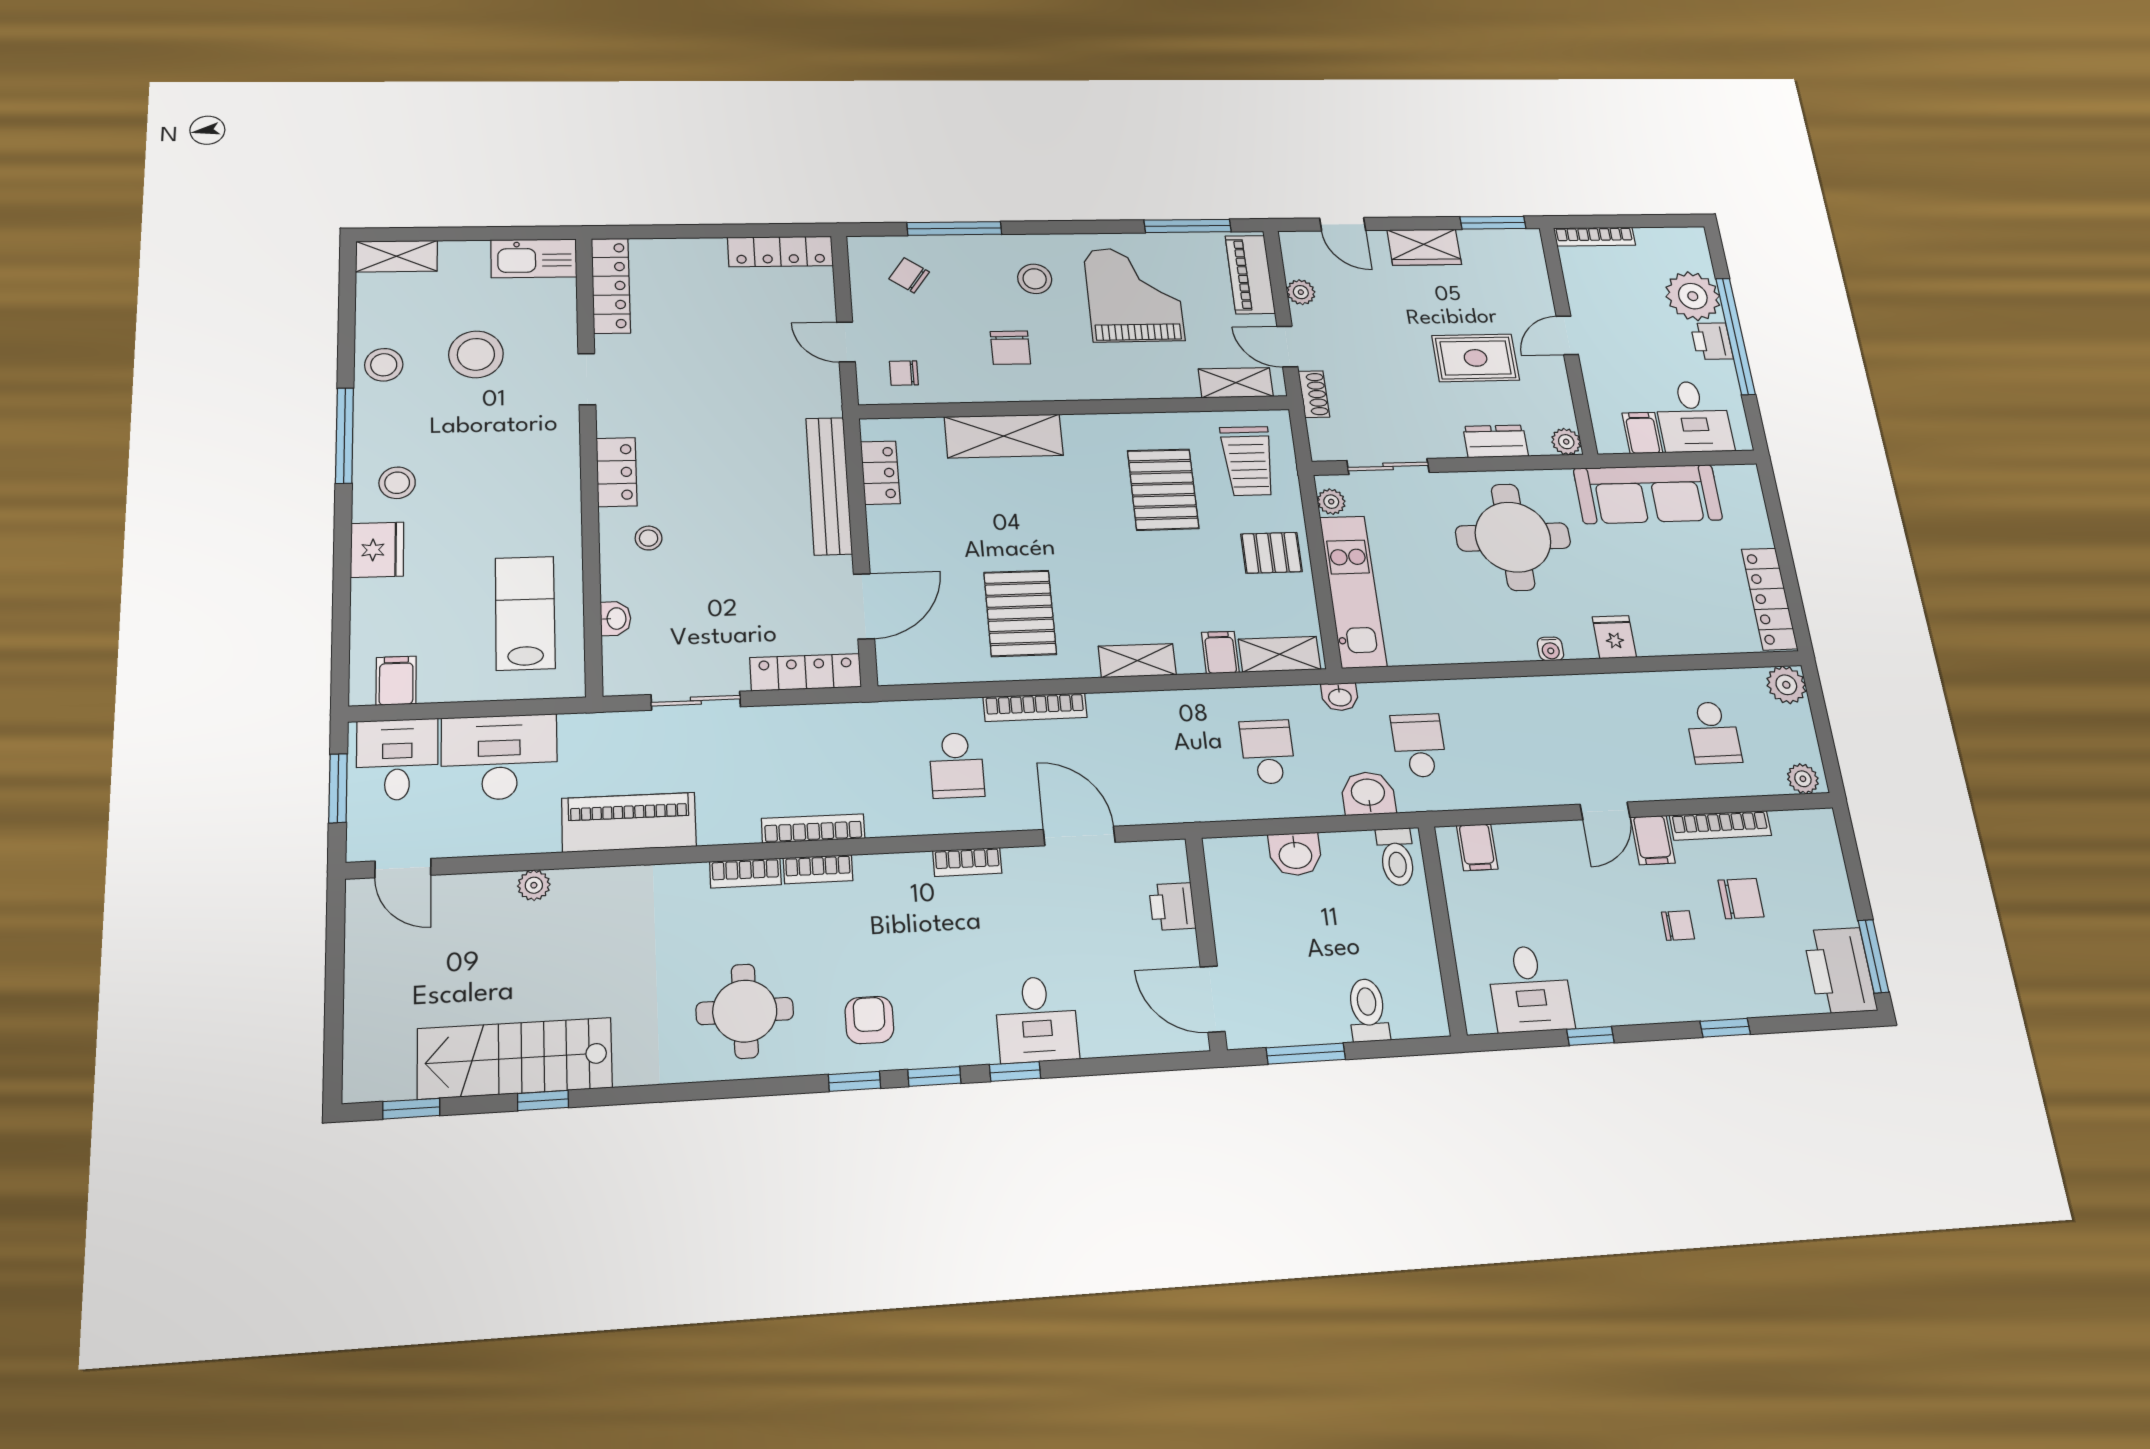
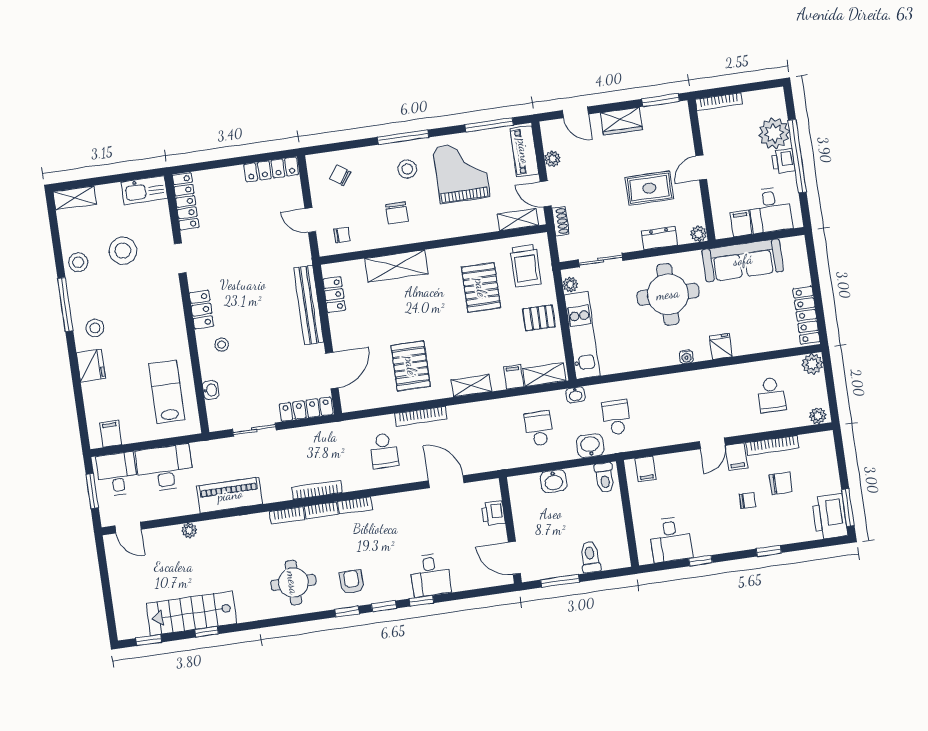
window: (954, 228) -> (403, 137), moved
chair: (904, 373) -> (342, 235), turned 180
bookcase: (967, 862) -> (355, 505), moved

